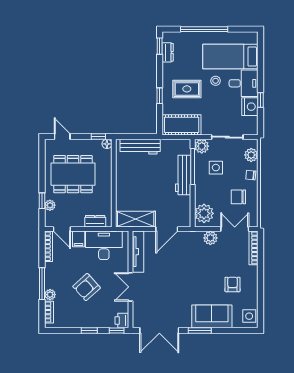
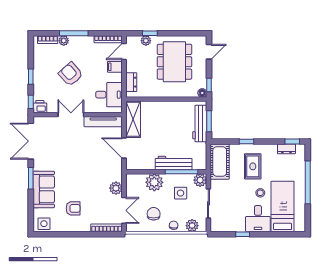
nightstand: (250, 107) -> (237, 224), removed
window: (138, 136) -> (209, 121), added
plant: (204, 213) -> (154, 182), moved
desk: (104, 245) -> (109, 95), width x0.73

